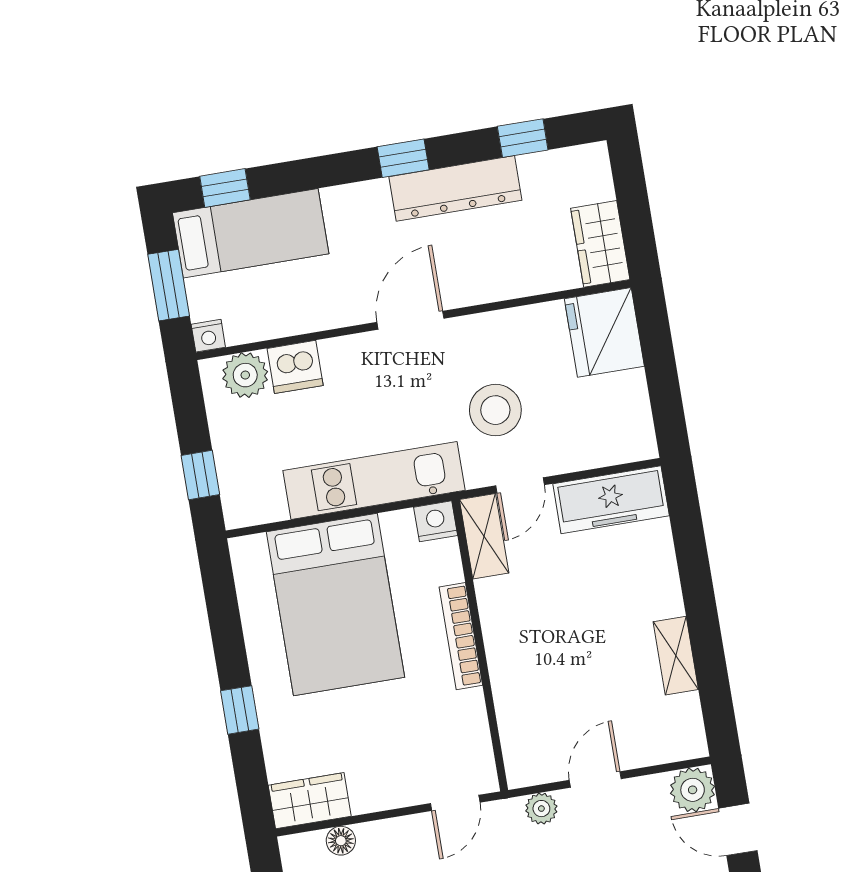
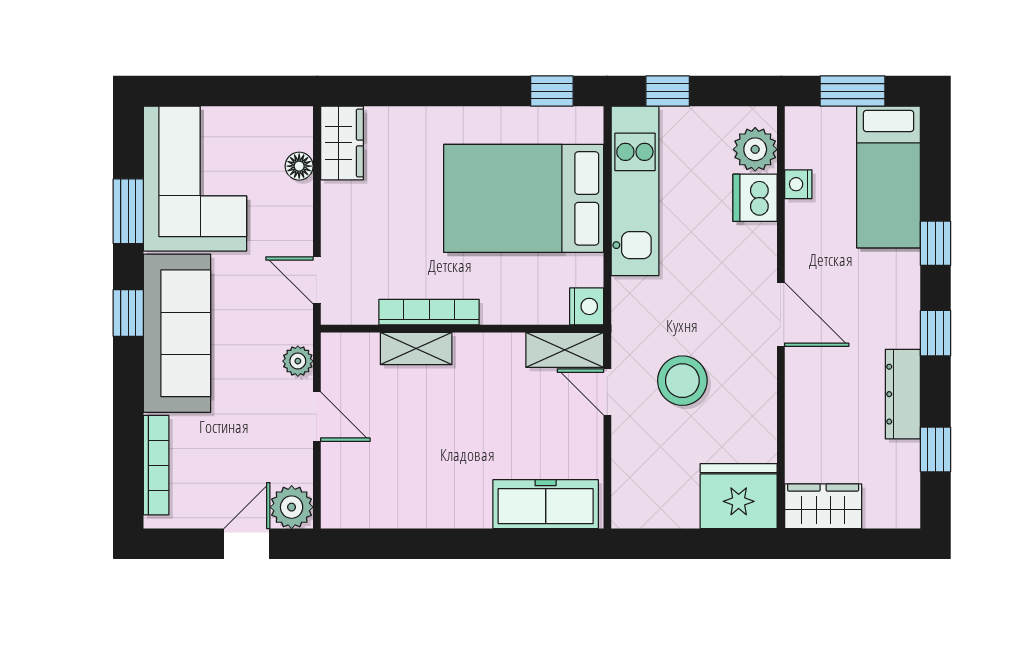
window: (225, 188) -> (935, 243), moved
dresser: (455, 188) -> (903, 394), width x0.73, depth x0.80
nightstand: (208, 336) -> (798, 184), moved
kitchen unit: (374, 480) -> (635, 191), moved
freezer: (611, 500) -> (546, 504), moved, turned 90
bookcase: (461, 636) -> (429, 312), moved
shelving: (676, 656) -> (416, 349), moved
window: (240, 710) -> (552, 91), moved

